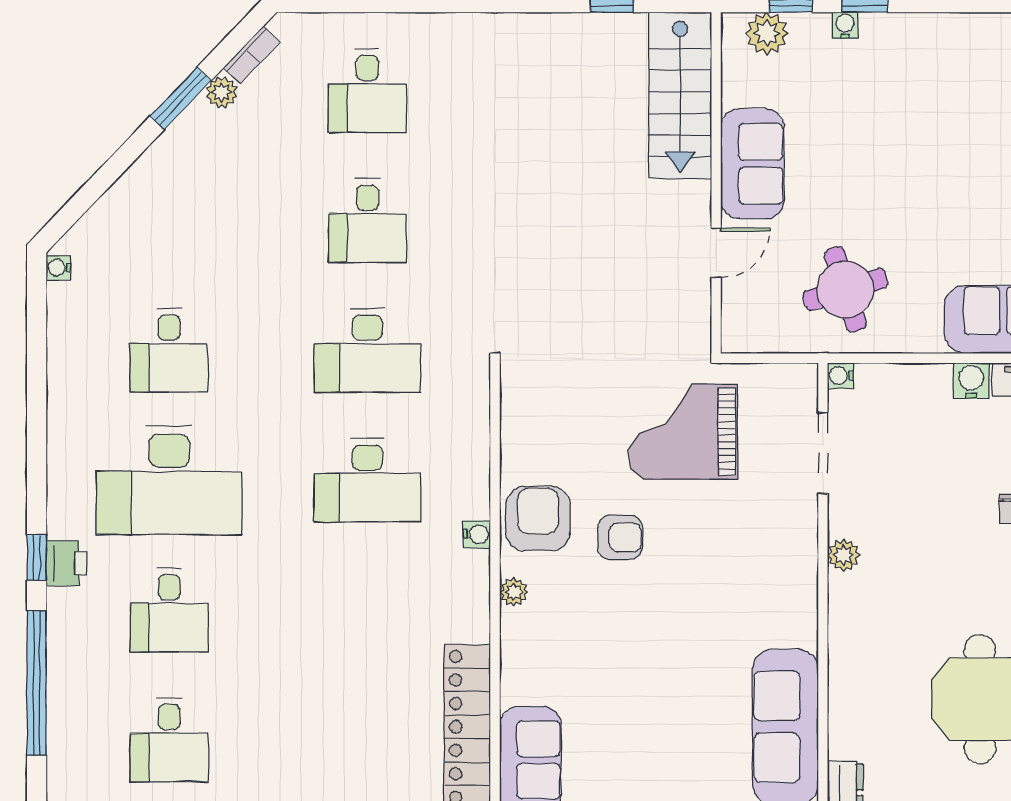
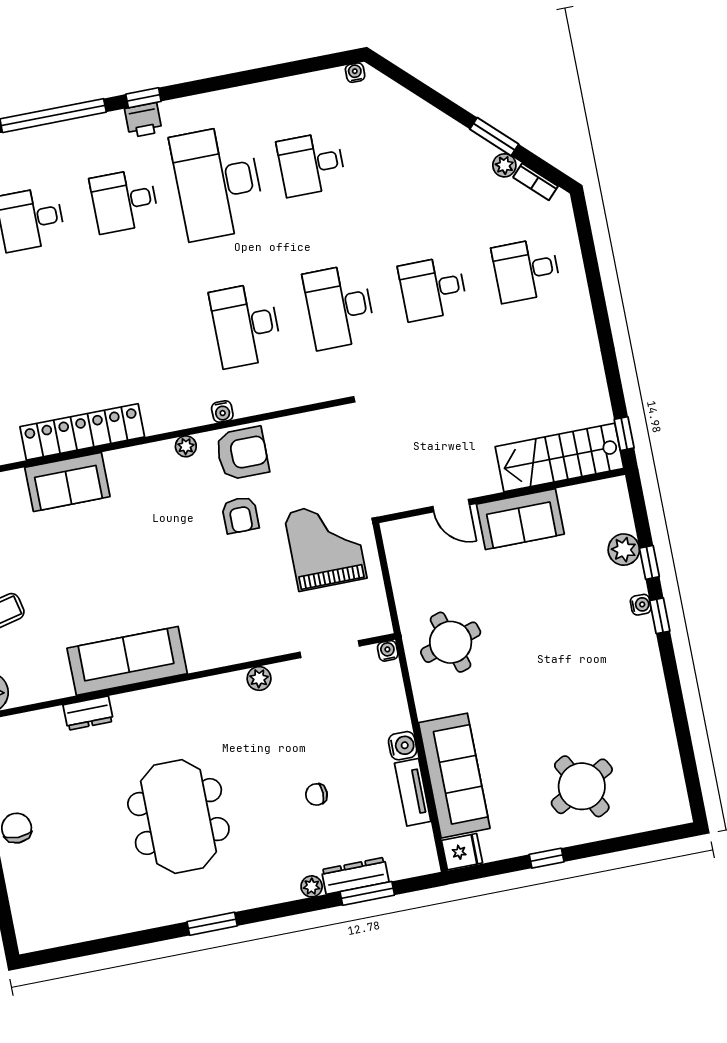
stairs: (680, 95) -> (559, 457), moved
sofa: (752, 164) -> (520, 519), moved
wall: (716, 183) -> (501, 496), moved
door: (716, 253) -> (451, 506), moved

